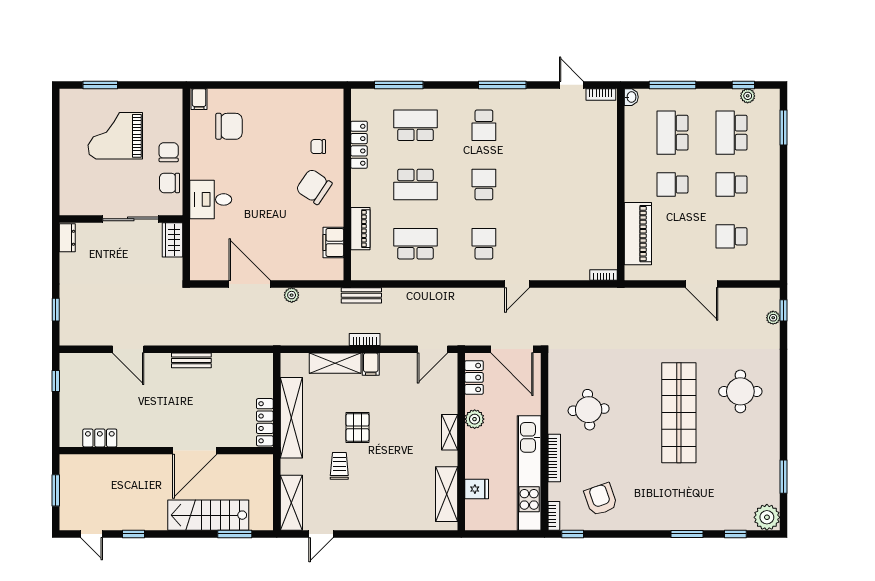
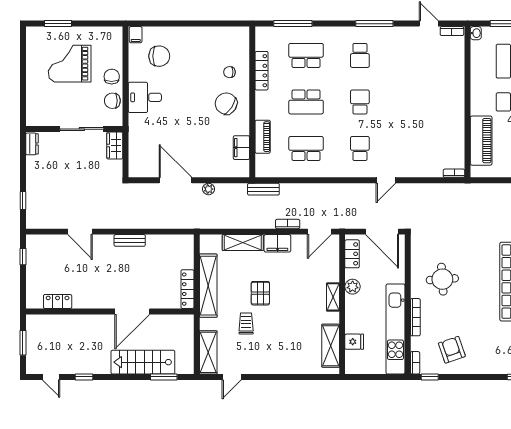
desk: (211, 199) -> (145, 97), moved
bookcase: (365, 340) -> (288, 224), moved
filing cabinet: (371, 364) -> (277, 243), width x2.00

